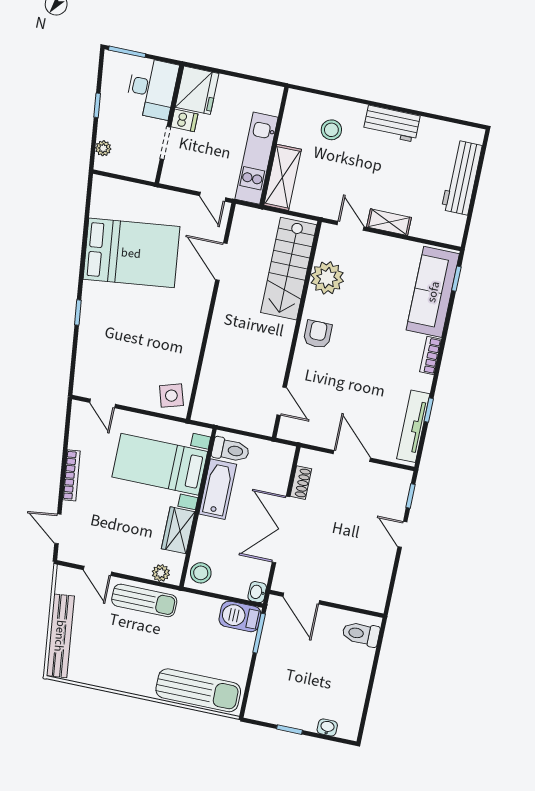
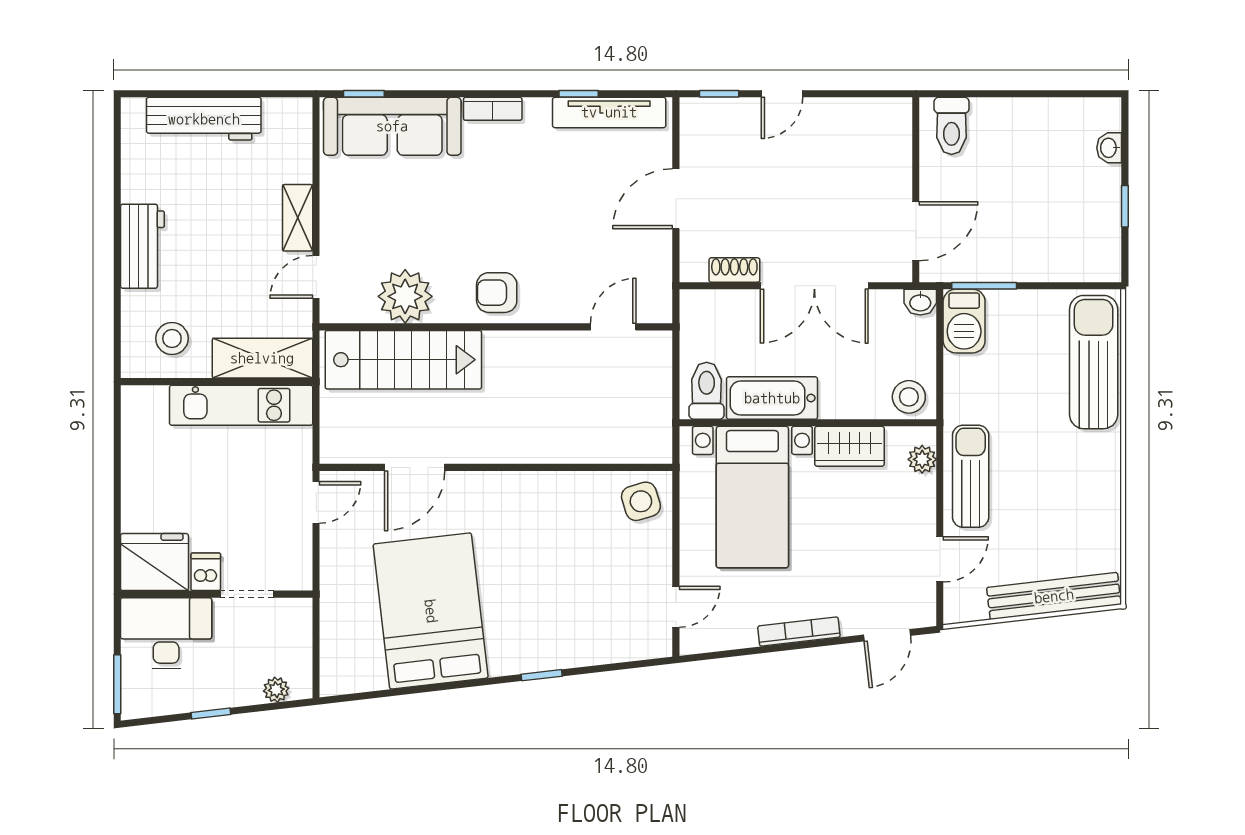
wall: (274, 146) -> (217, 382), moved
kitchen unit: (257, 158) -> (241, 405), moved
shelving: (283, 177) -> (262, 358), moved

